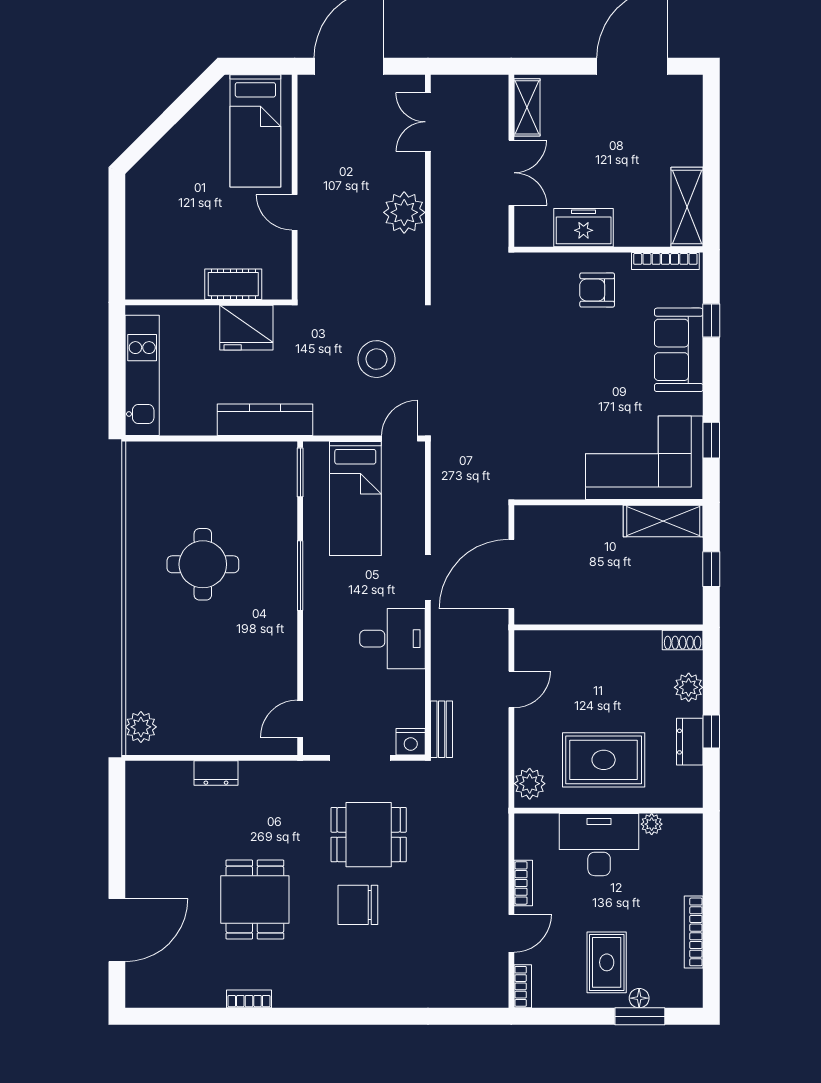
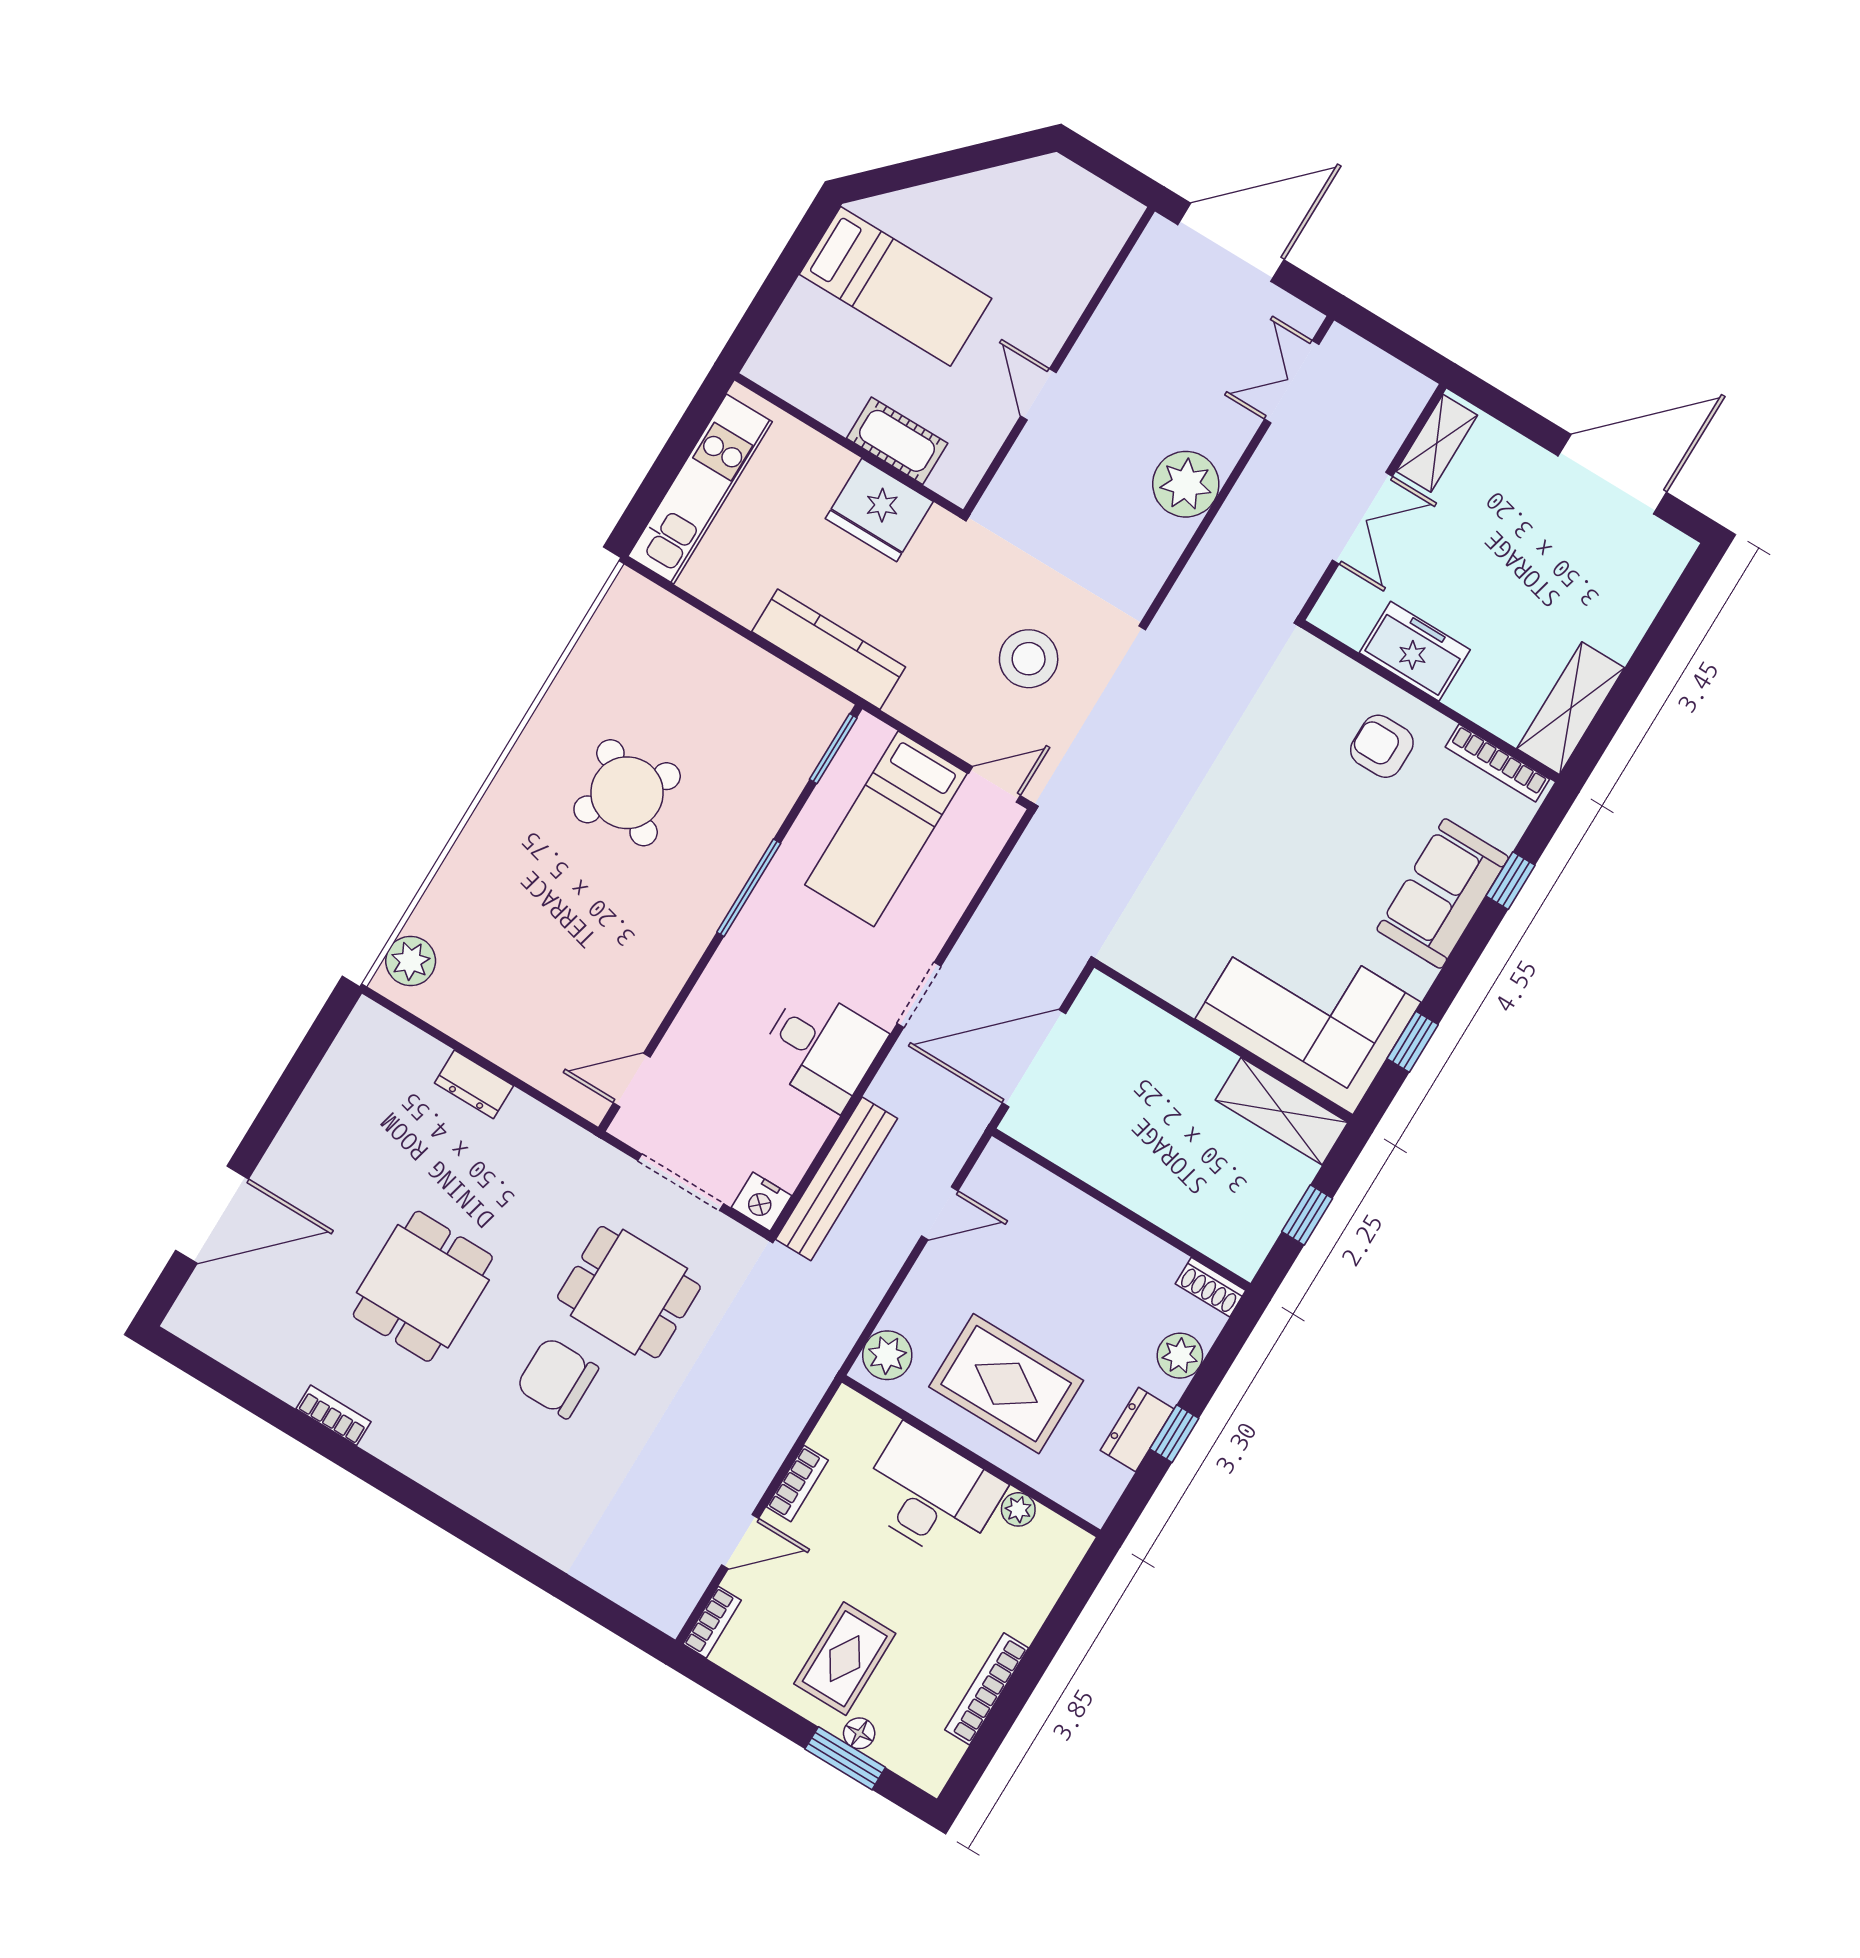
bed: (255, 131) -> (896, 286), moved, turned -90
round table: (203, 564) -> (627, 793), turned 36
bench: (442, 729) -> (837, 1179), width x1.86, depth x1.21

